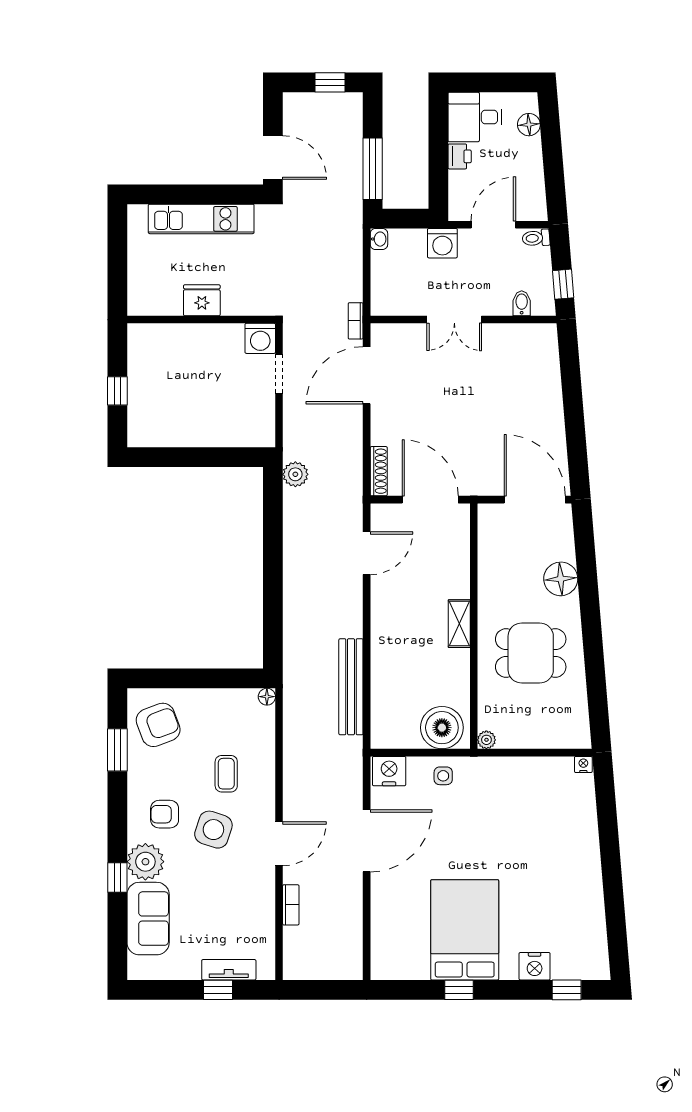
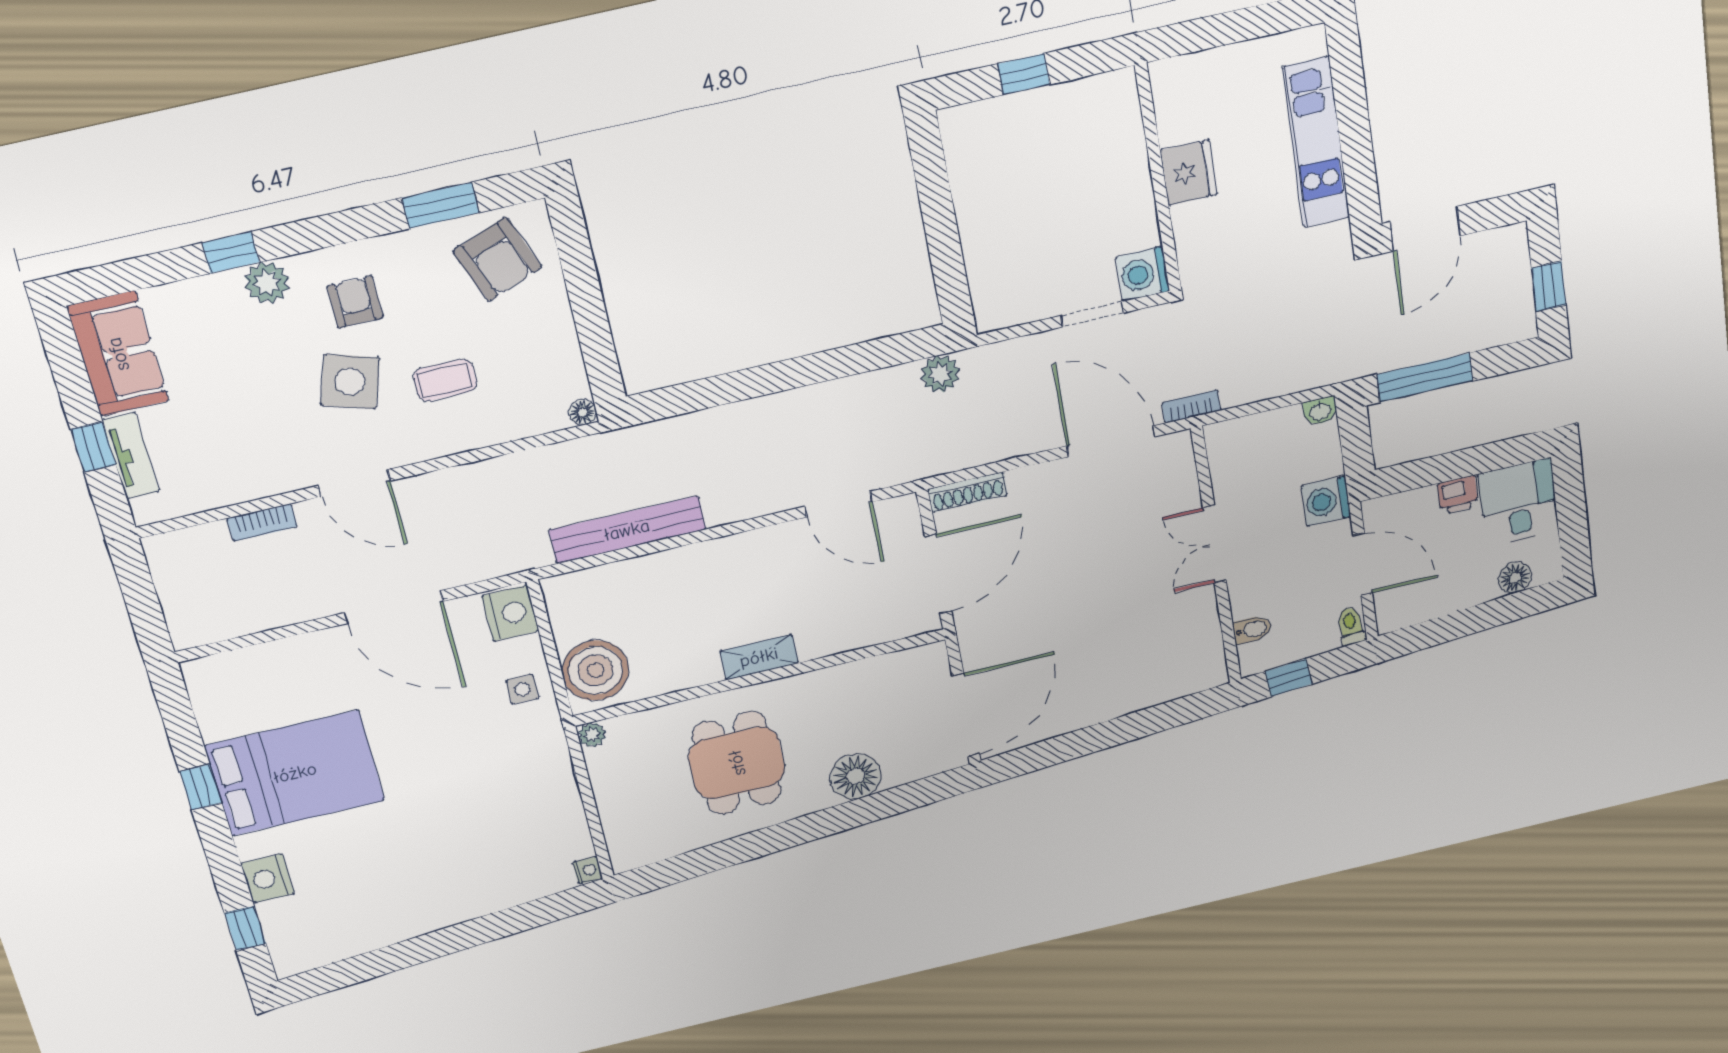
plant: (145, 862) -> (267, 283), width x0.73, depth x0.73
sofa: (148, 919) -> (118, 354), moved, turned -90

